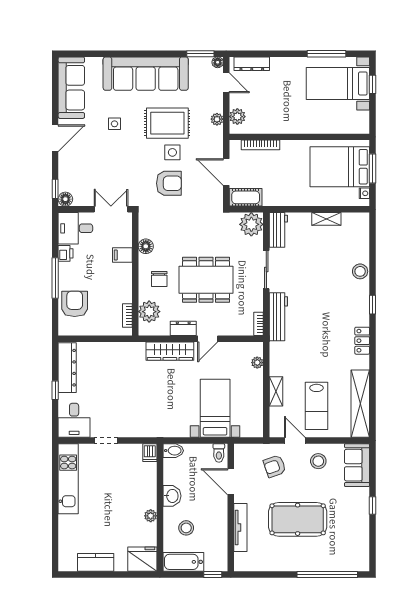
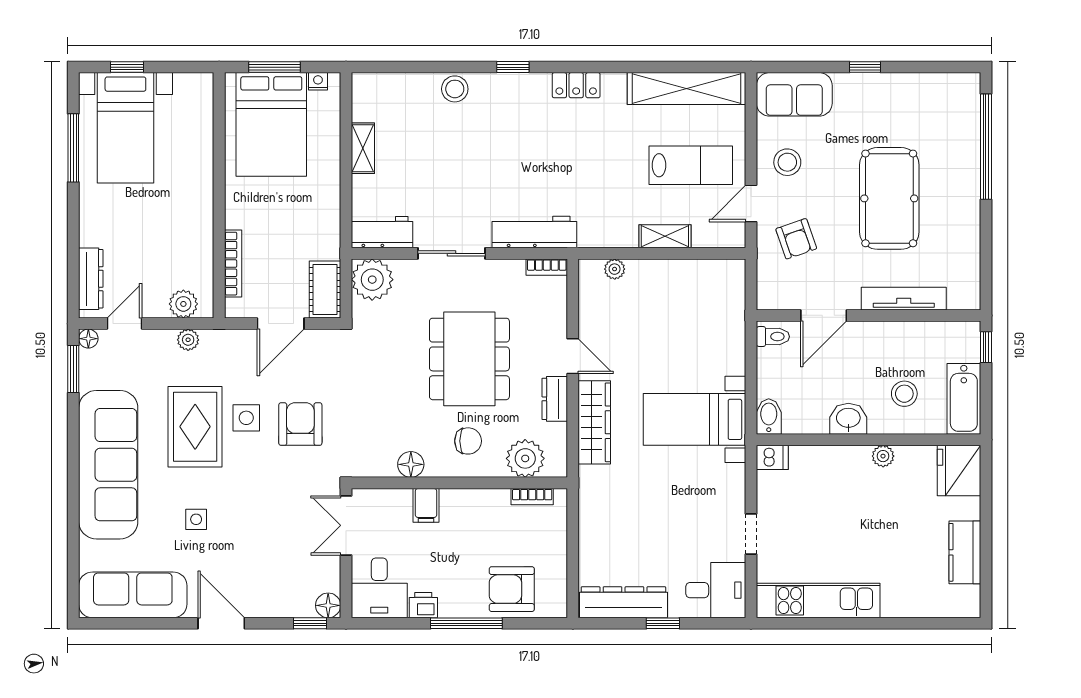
bed with nightstands: (215, 408) -> (695, 419), moved

